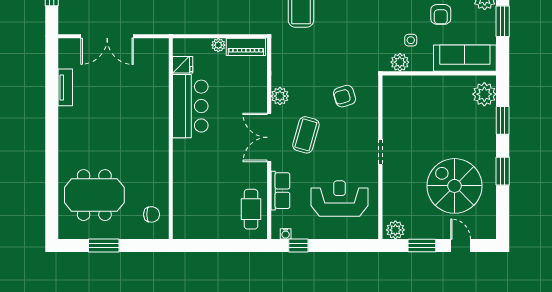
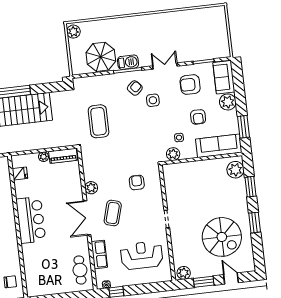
window: (503, 21) -> (244, 127), moved
armchair: (345, 96) -> (137, 182), turned 107
bar counter: (190, 106) -> (31, 220), moved
spiral stairs: (455, 186) -> (222, 237), turned 180

